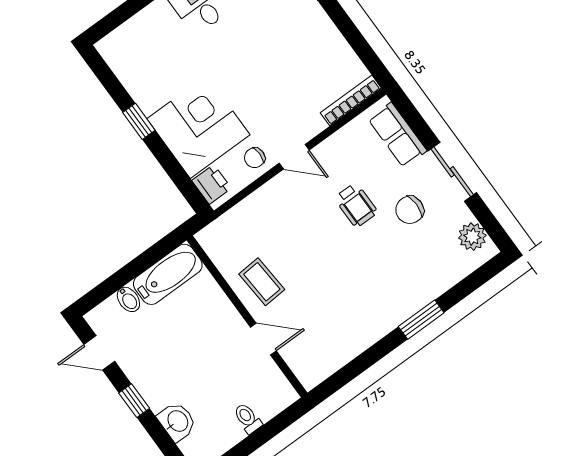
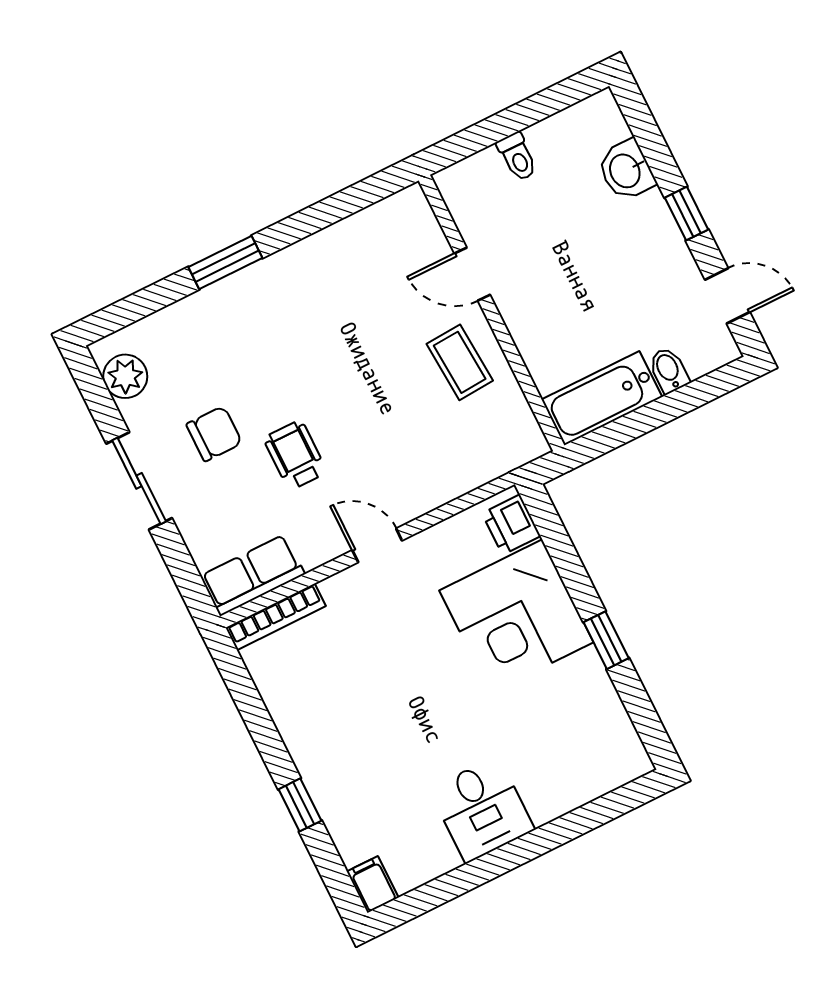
row of seats: (397, 135) -> (253, 575), moved, turned -90
chair: (255, 158) -> (438, 554), removed

